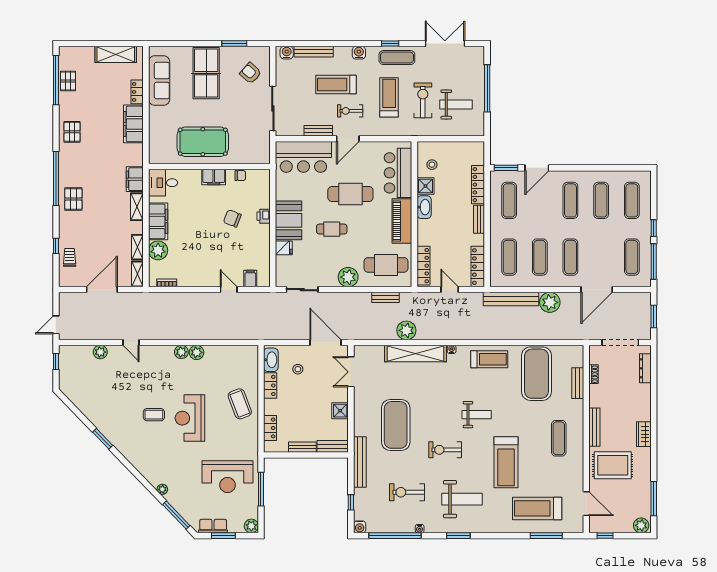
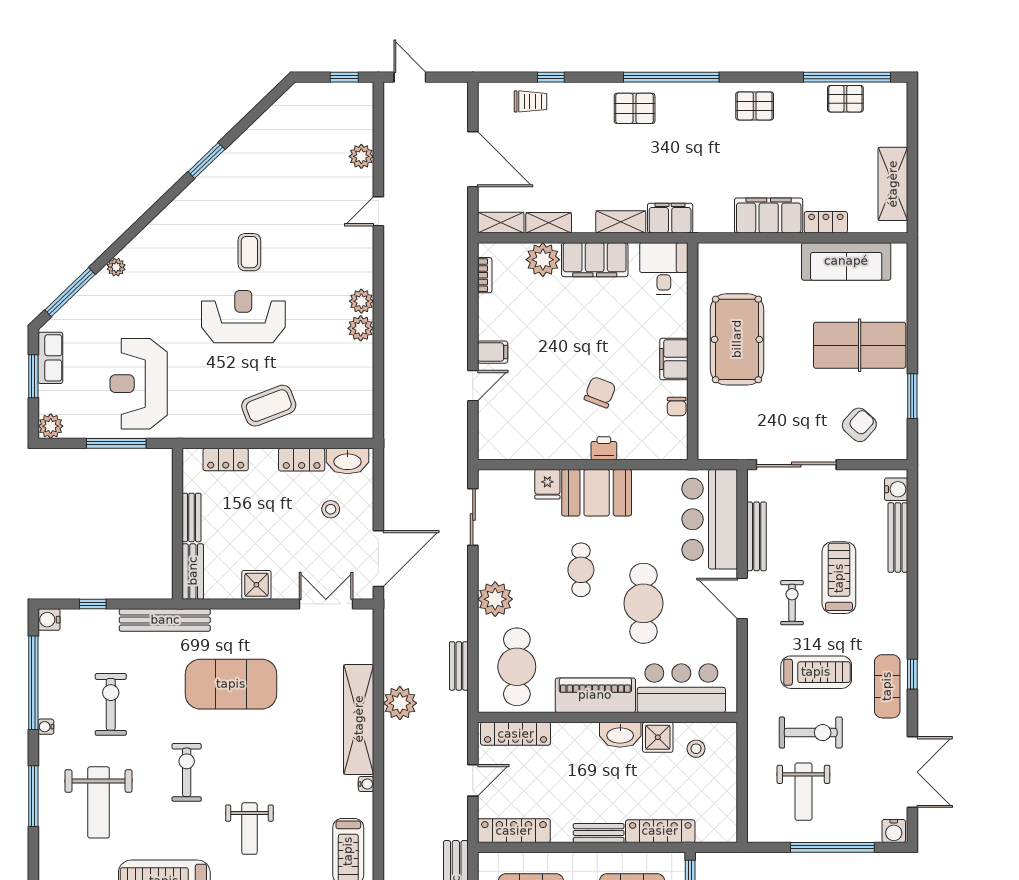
water cooler: (359, 53) -> (894, 831), moved, turned 90
bench: (318, 131) -> (757, 536), width x1.36
filing cabinet: (250, 279) -> (493, 352), moved
window: (458, 536) -> (33, 796), width x1.44

